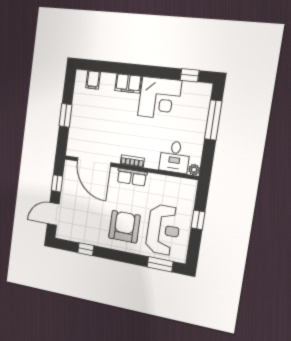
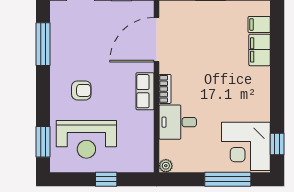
filing cabinet: (128, 83) -> (260, 50), moved
corner desk: (160, 98) -> (246, 146), moved
desk: (175, 157) -> (178, 122), moved
armchair: (124, 227) -> (81, 90), width x0.53, depth x0.53
window: (86, 249) -> (43, 44), width x2.17

